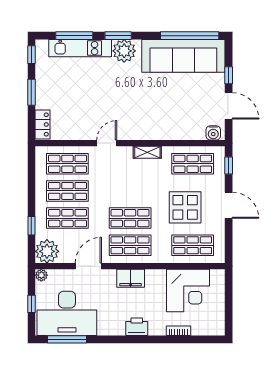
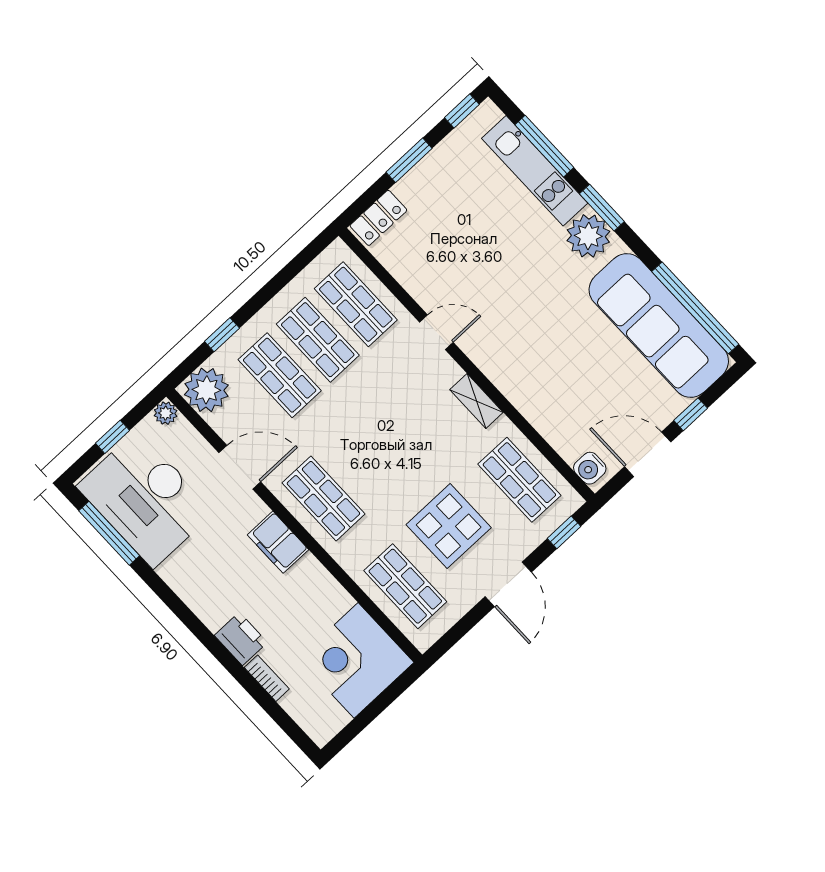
door: (229, 106) -> (648, 454), swing flipped
shop shelf: (130, 218) -> (361, 463), removed
corner desk: (188, 290) -> (356, 660), moved, turned 90
printer: (137, 327) -> (241, 639), moved

